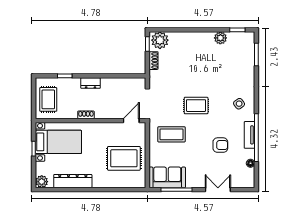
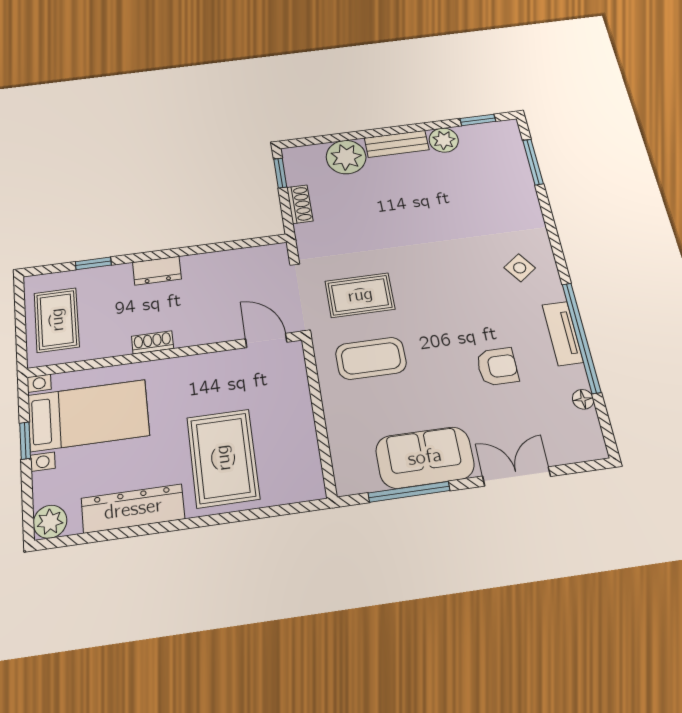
bench: (200, 37) -> (397, 144), added
plant: (160, 40) -> (346, 157), moved
rug: (196, 106) -> (360, 295), moved
door: (131, 121) -> (266, 340), hinge flipped
rug: (124, 158) -> (223, 458), moved, turned 90
sofa: (167, 177) -> (425, 457), moved

